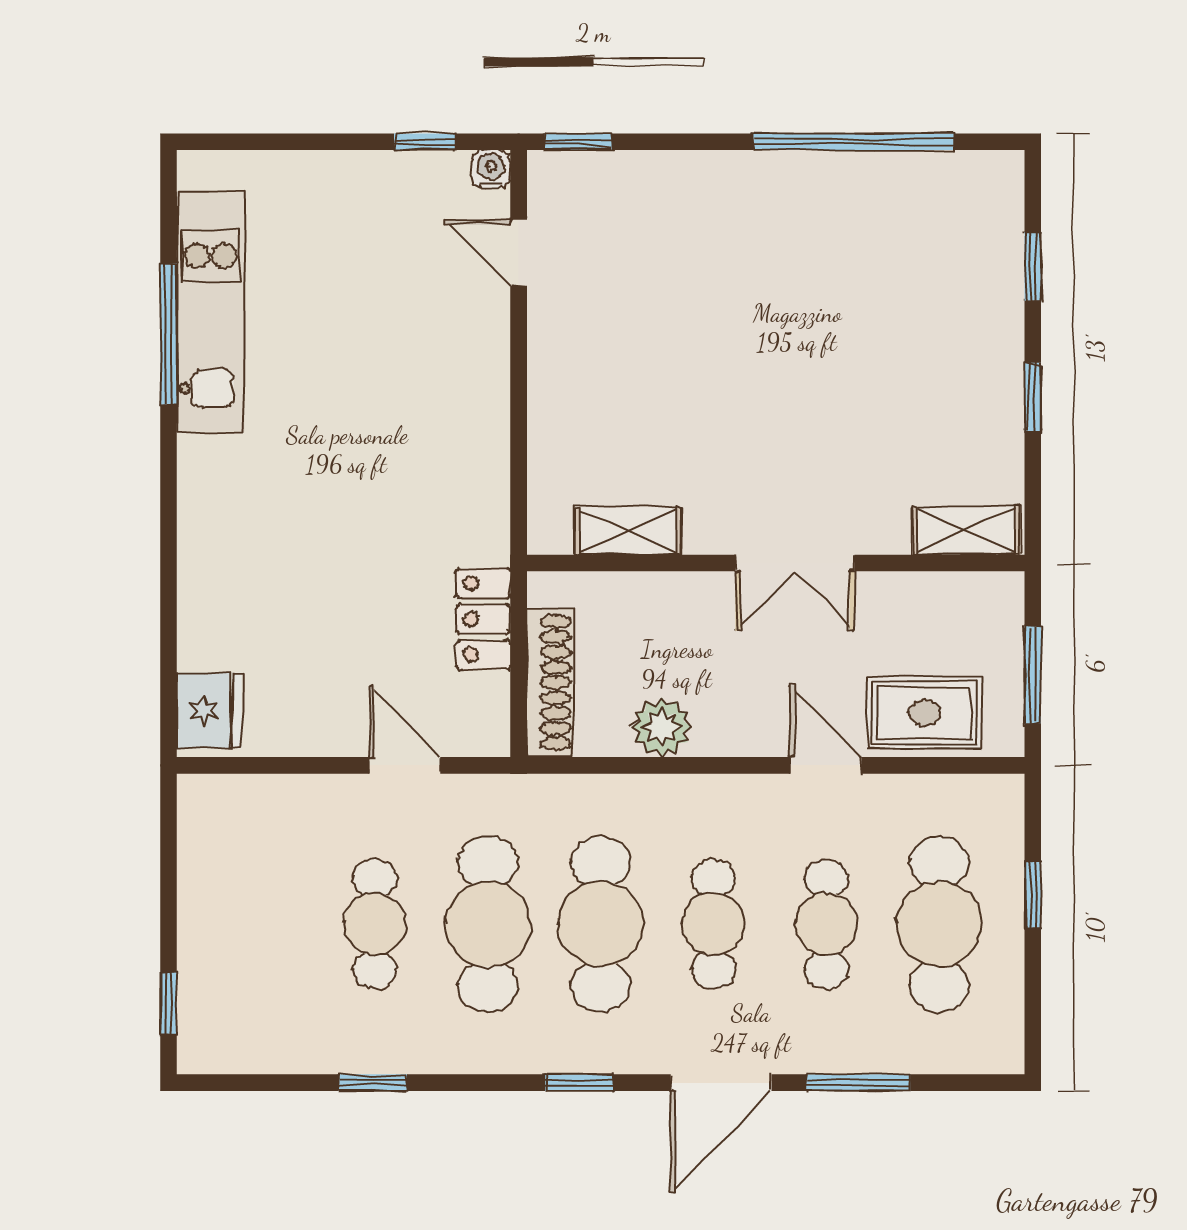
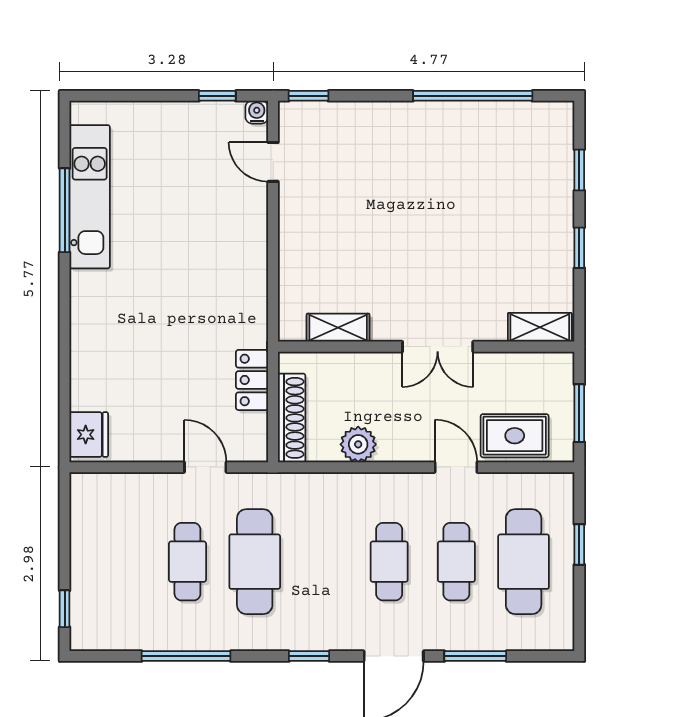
cafe table: (601, 924) -> (322, 562), removed
window: (373, 1083) -> (186, 656), width x2.17

